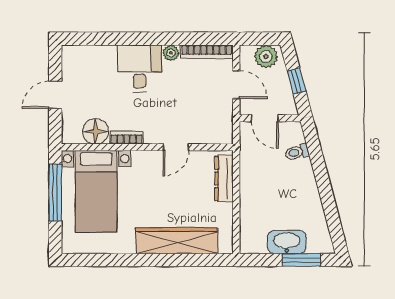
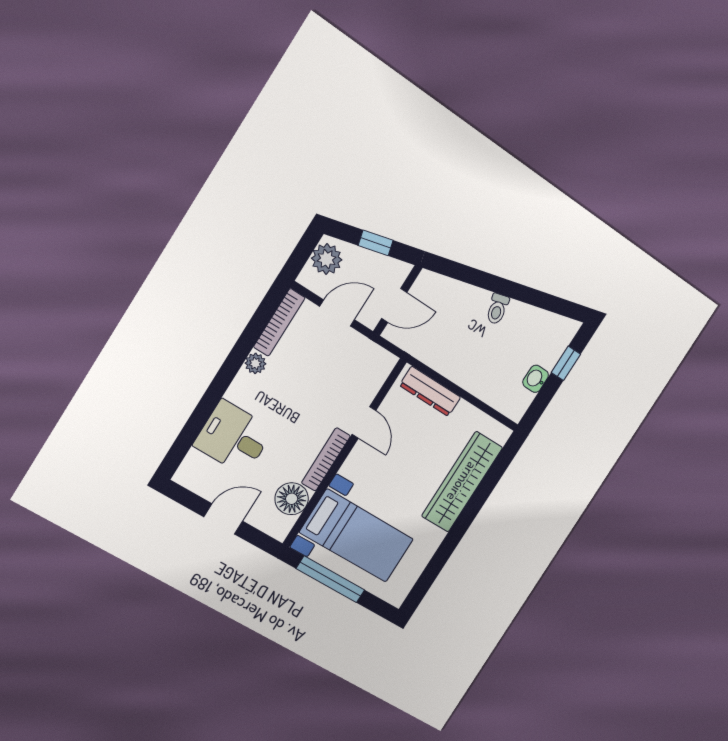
desk: (140, 68) -> (234, 437), moved
door: (55, 95) -> (223, 519), swing flipped
bookcase: (127, 138) -> (326, 459), width x1.56
toilet: (297, 152) -> (497, 309), moved
washbasin: (287, 242) -> (536, 379), width x0.52, depth x0.69
window: (301, 260) -> (566, 363), width x0.67

